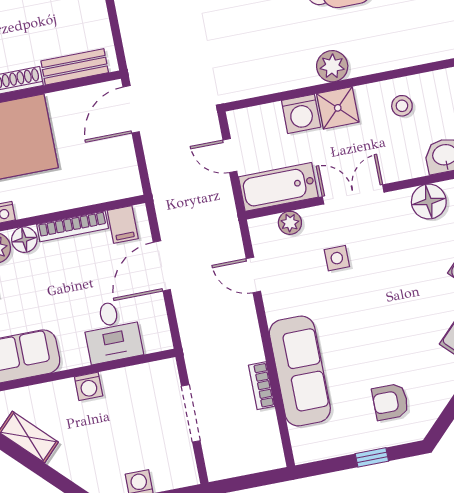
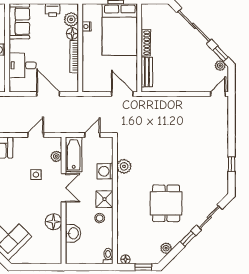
plant: (332, 66) -> (124, 166), moved
shower: (338, 108) -> (104, 199), moved
filing cabinet: (123, 224) -> (70, 80), removed

